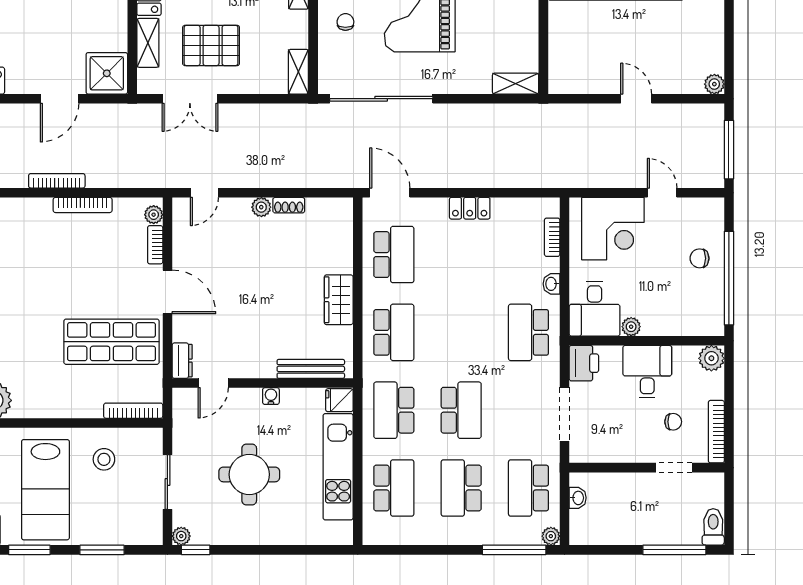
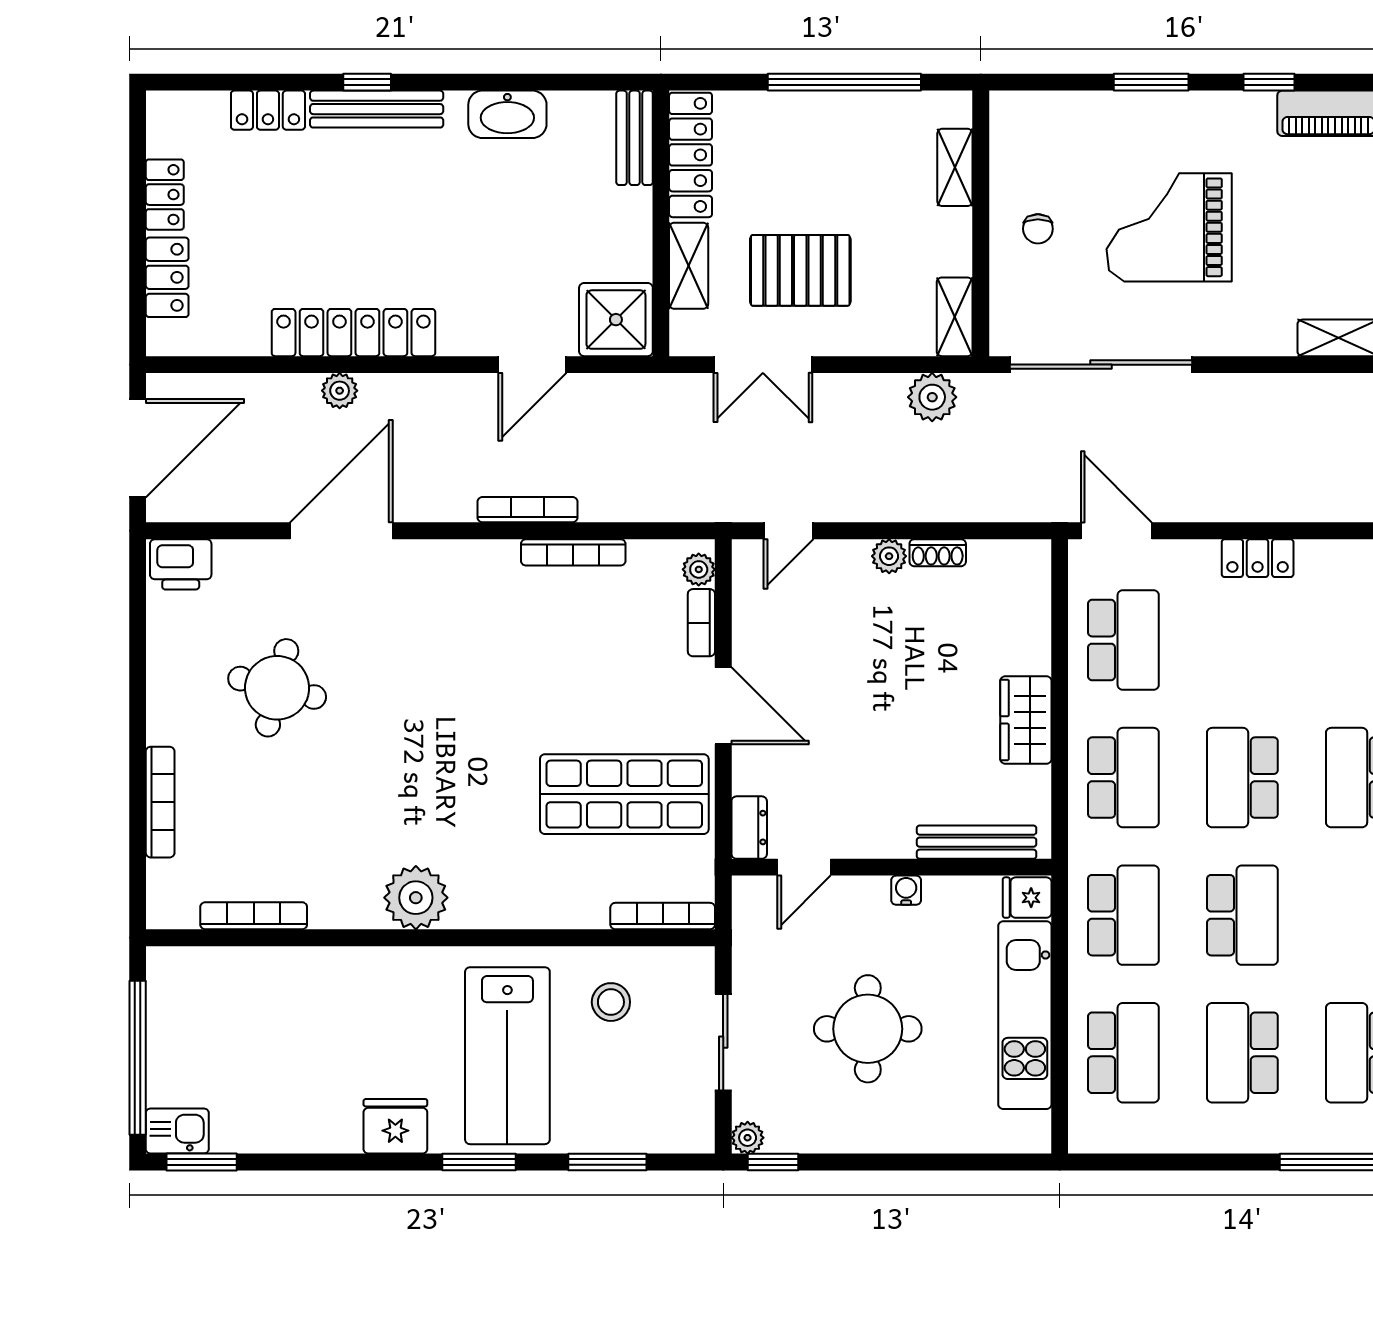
chair: (345, 22) -> (1038, 229), turned 180
plant: (286, 117) -> (932, 397), added
school desk: (461, 332) -> (1242, 778), added
school desk: (394, 410) -> (1123, 915), turned 180

